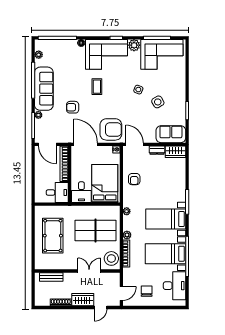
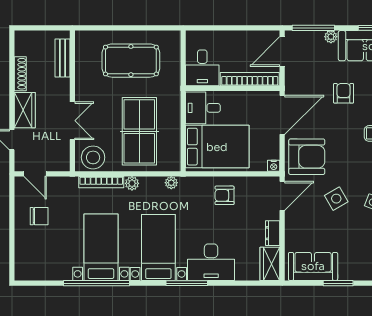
side table: (158, 102) -> (336, 199), moved
armchair: (111, 129) -> (307, 157), turned -90
sofa: (171, 134) -> (313, 266), moved, turned -90
desk: (175, 286) -> (211, 262), moved

